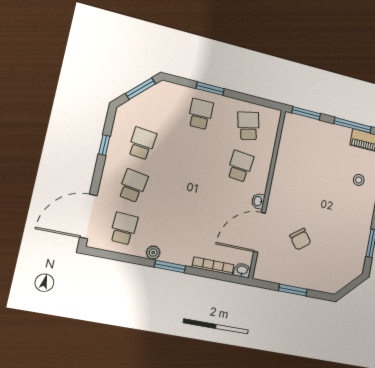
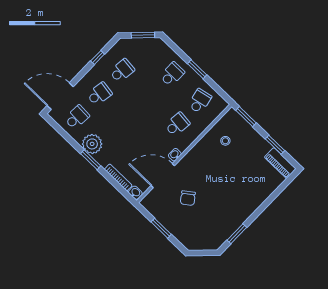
window: (210, 89) -> (197, 69), moved
window: (353, 125) -> (275, 145), width x0.69
stool: (359, 180) -> (225, 141), moved
plant: (153, 253) -> (92, 144), width x1.87, depth x1.87

